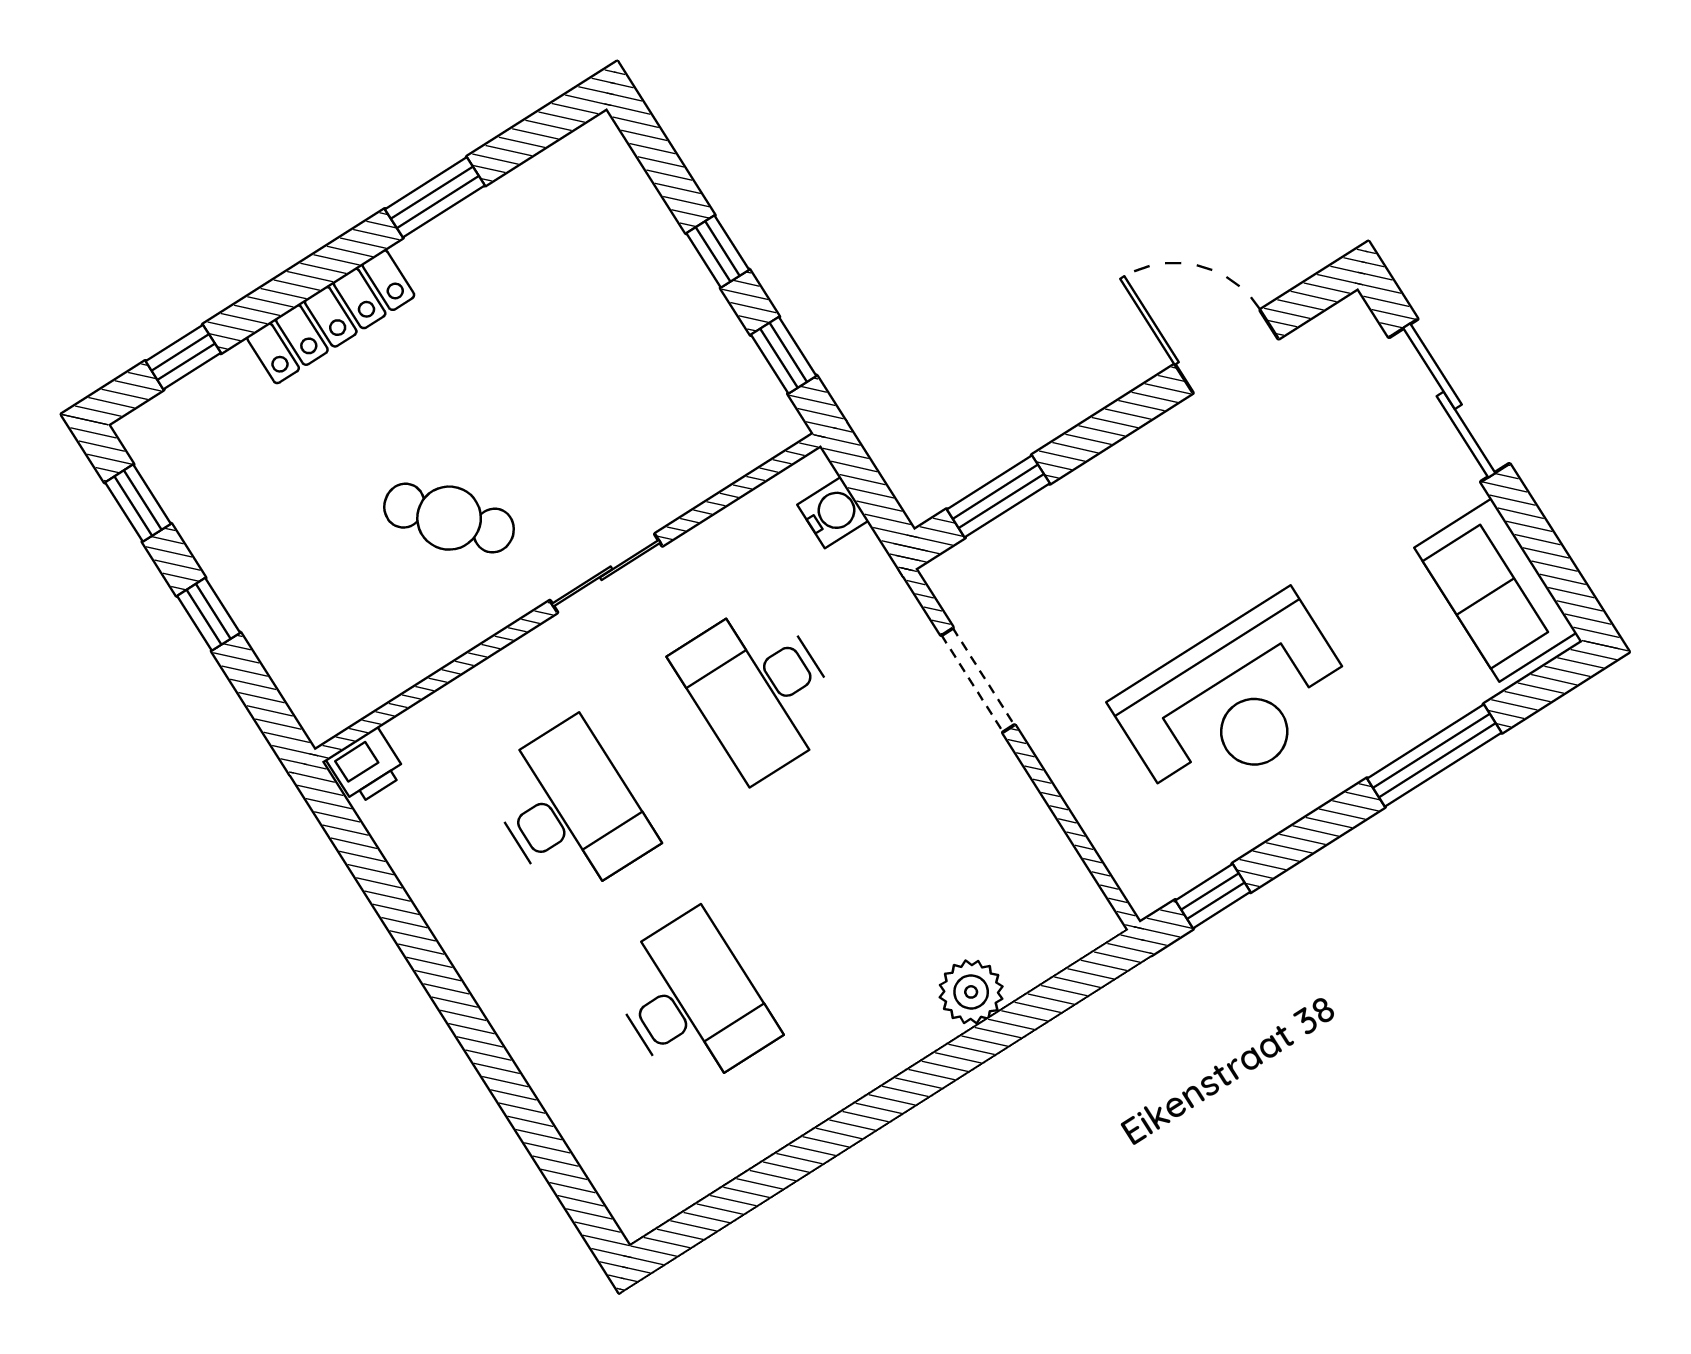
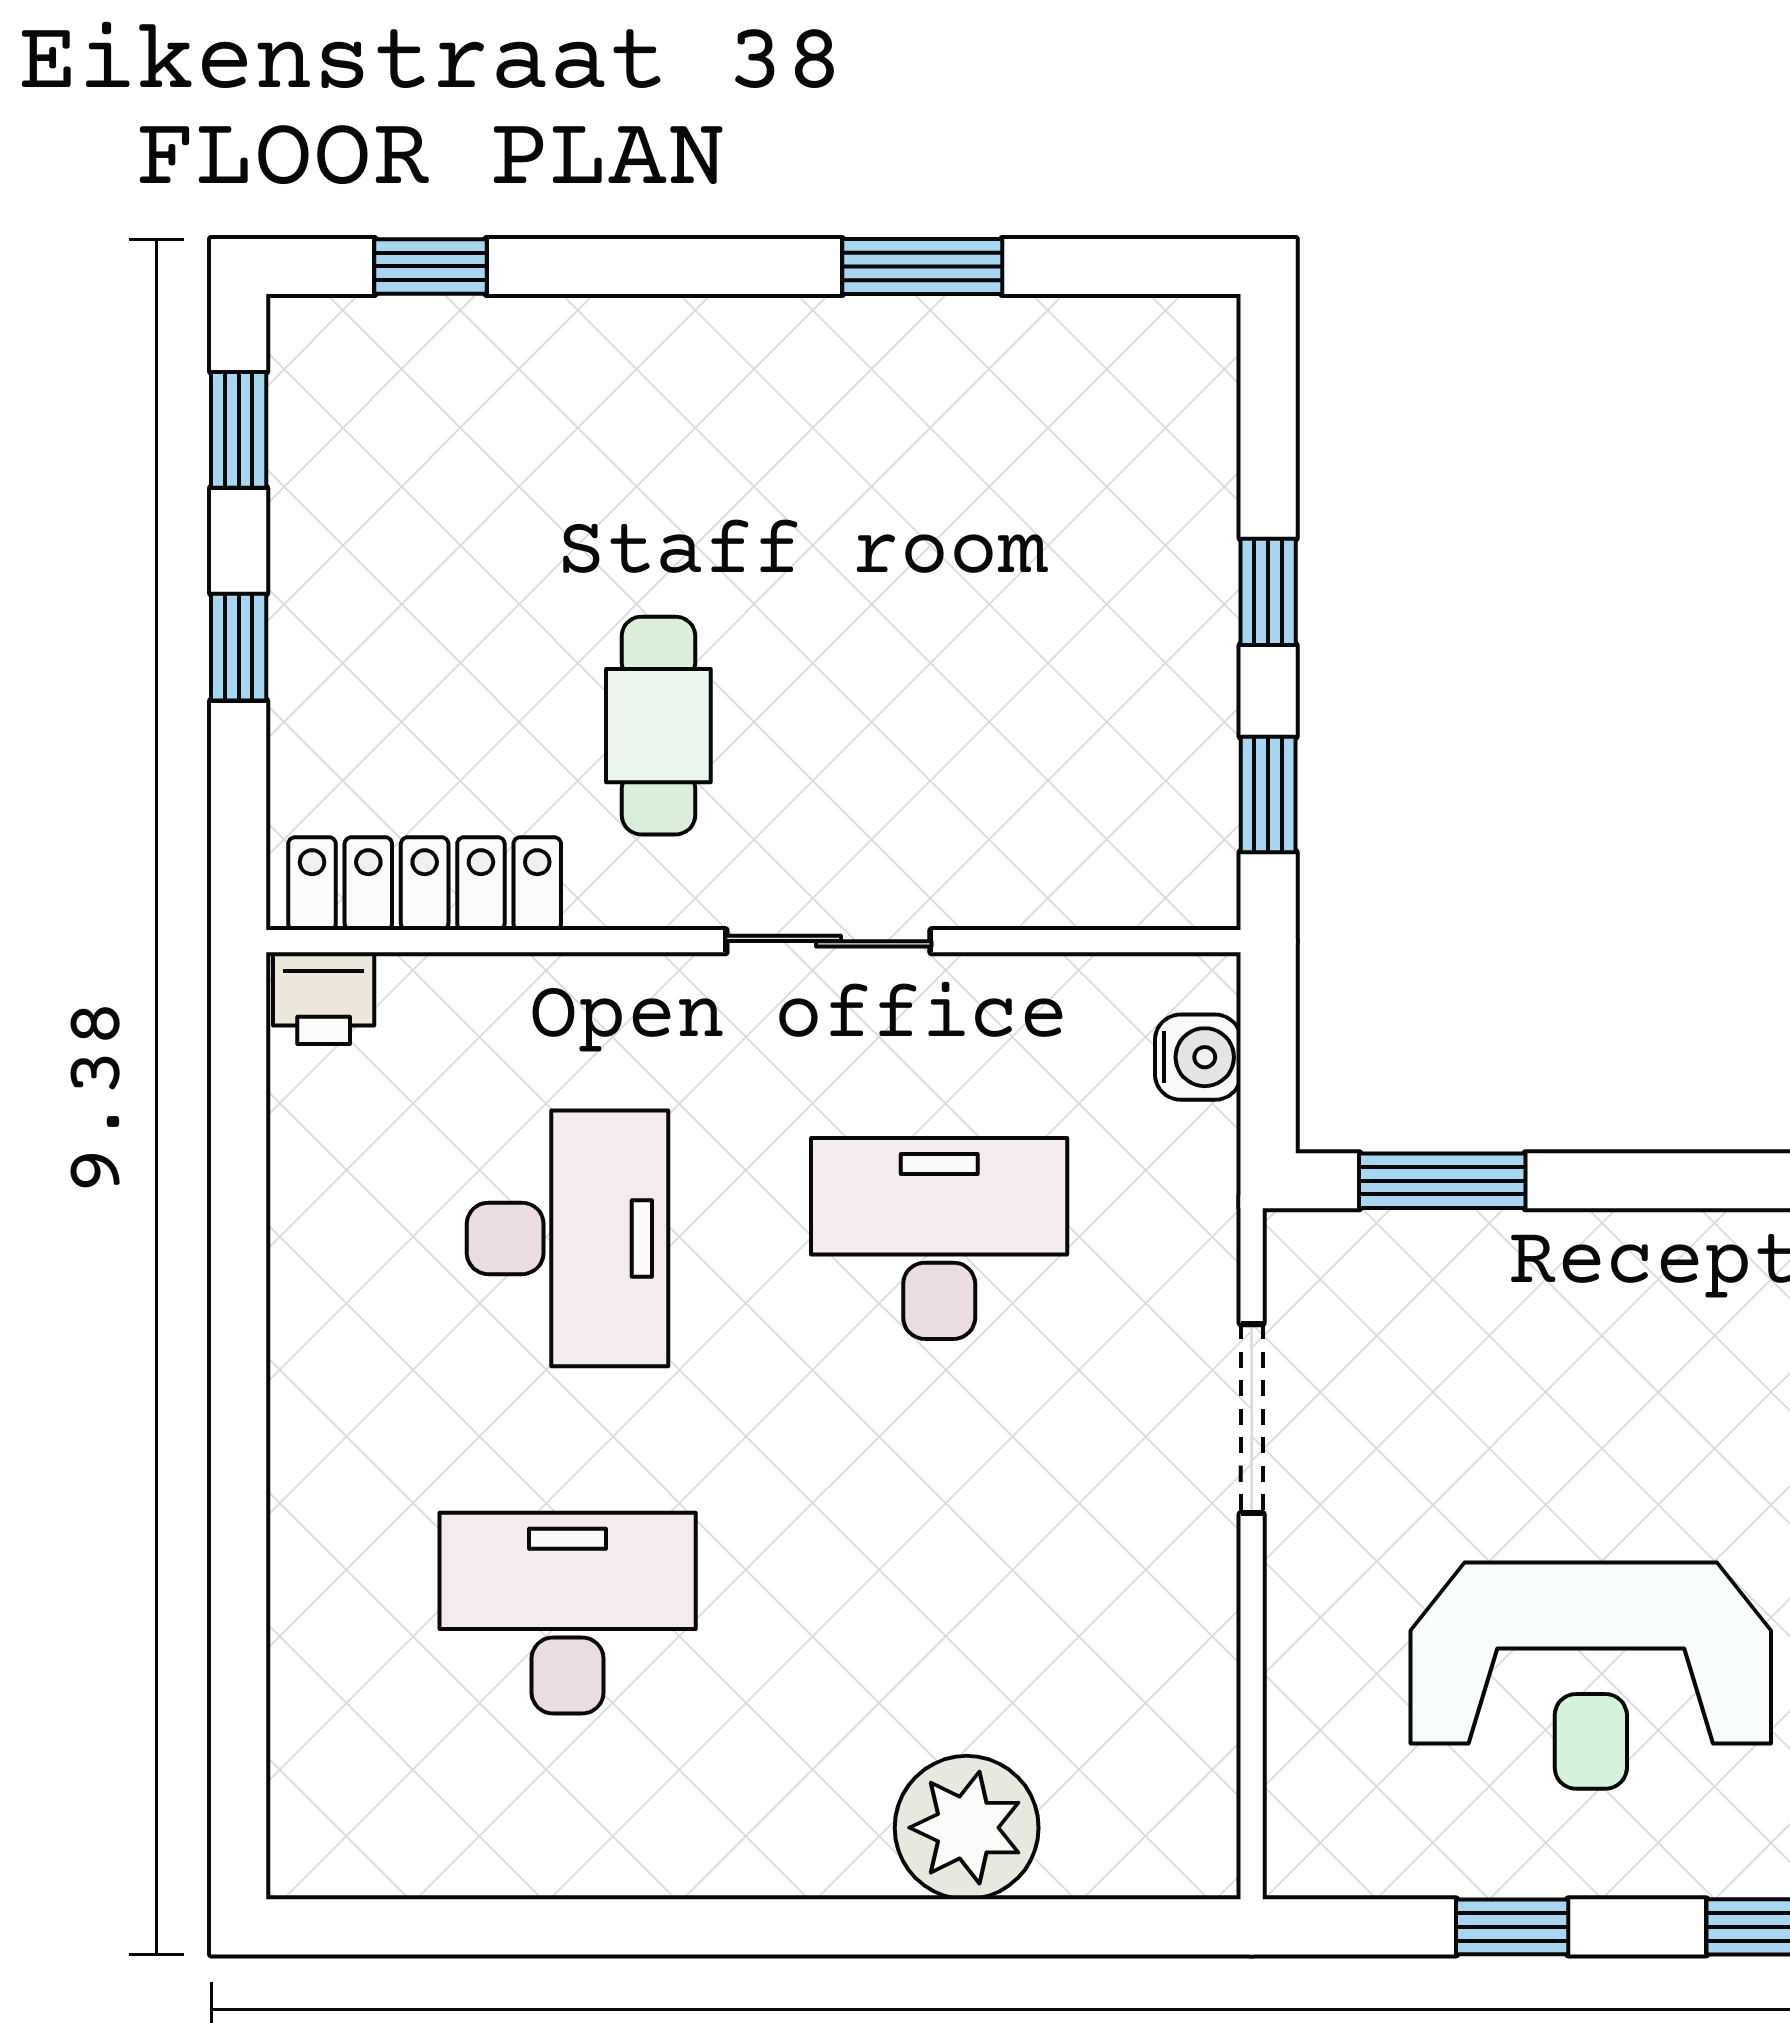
locker: (331, 317) -> (425, 884), moved, turned 180
cafe table: (449, 518) -> (658, 726), turned 42
desk: (759, 689) -> (939, 1238), turned 90
window: (1213, 896) -> (1512, 1927), moved
plant: (971, 992) -> (967, 1828), width x1.36, depth x1.36
desk: (691, 1002) -> (568, 1613), turned -90

